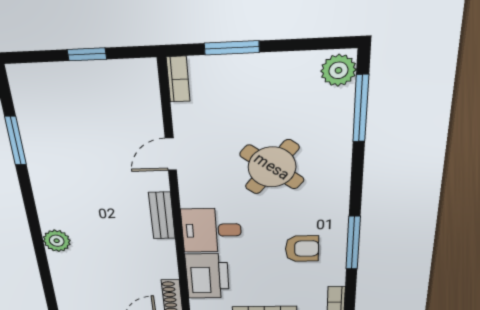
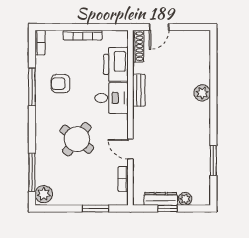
dresser: (103, 72) -> (161, 199), added
plant: (55, 74) -> (185, 199), added
bookcase: (178, 79) -> (123, 179), moved
door: (171, 154) -> (130, 149), swing flipped
bench: (162, 216) -> (139, 90), moved

